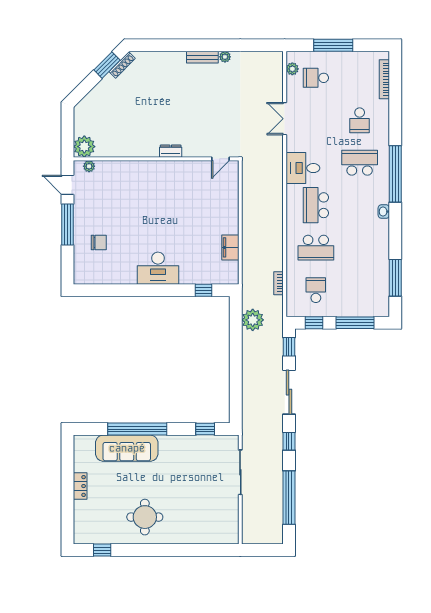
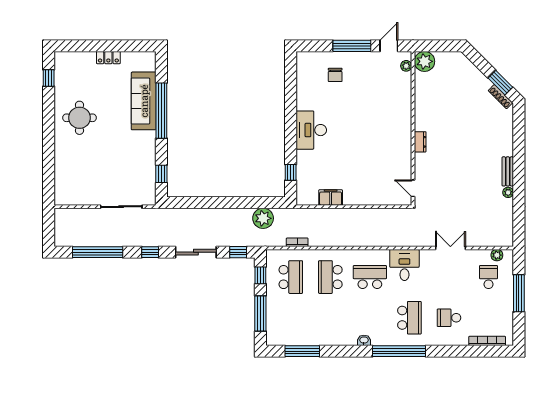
school desk: (316, 290) -> (291, 277), width x1.85

